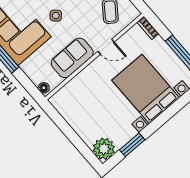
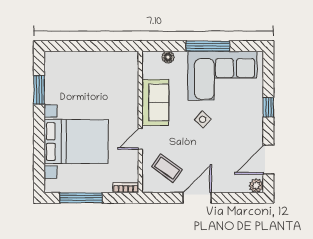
floor lamp: (44, 88) -> (168, 57), moved
plant: (104, 149) -> (56, 63), removed

